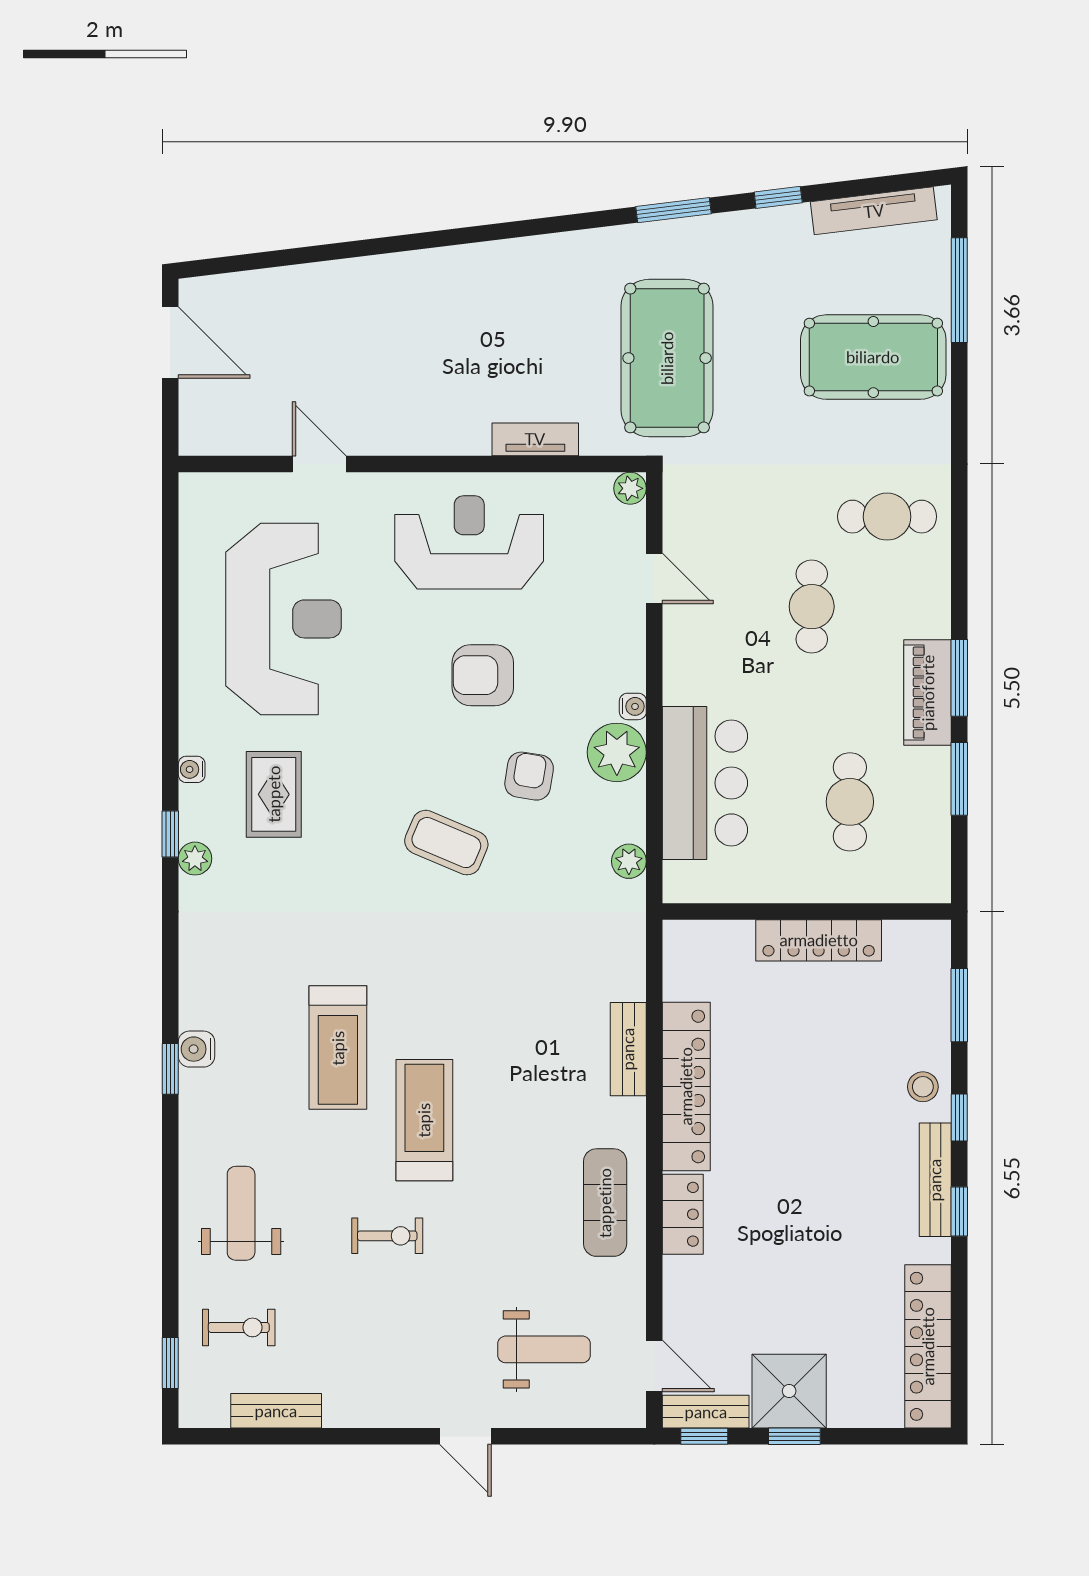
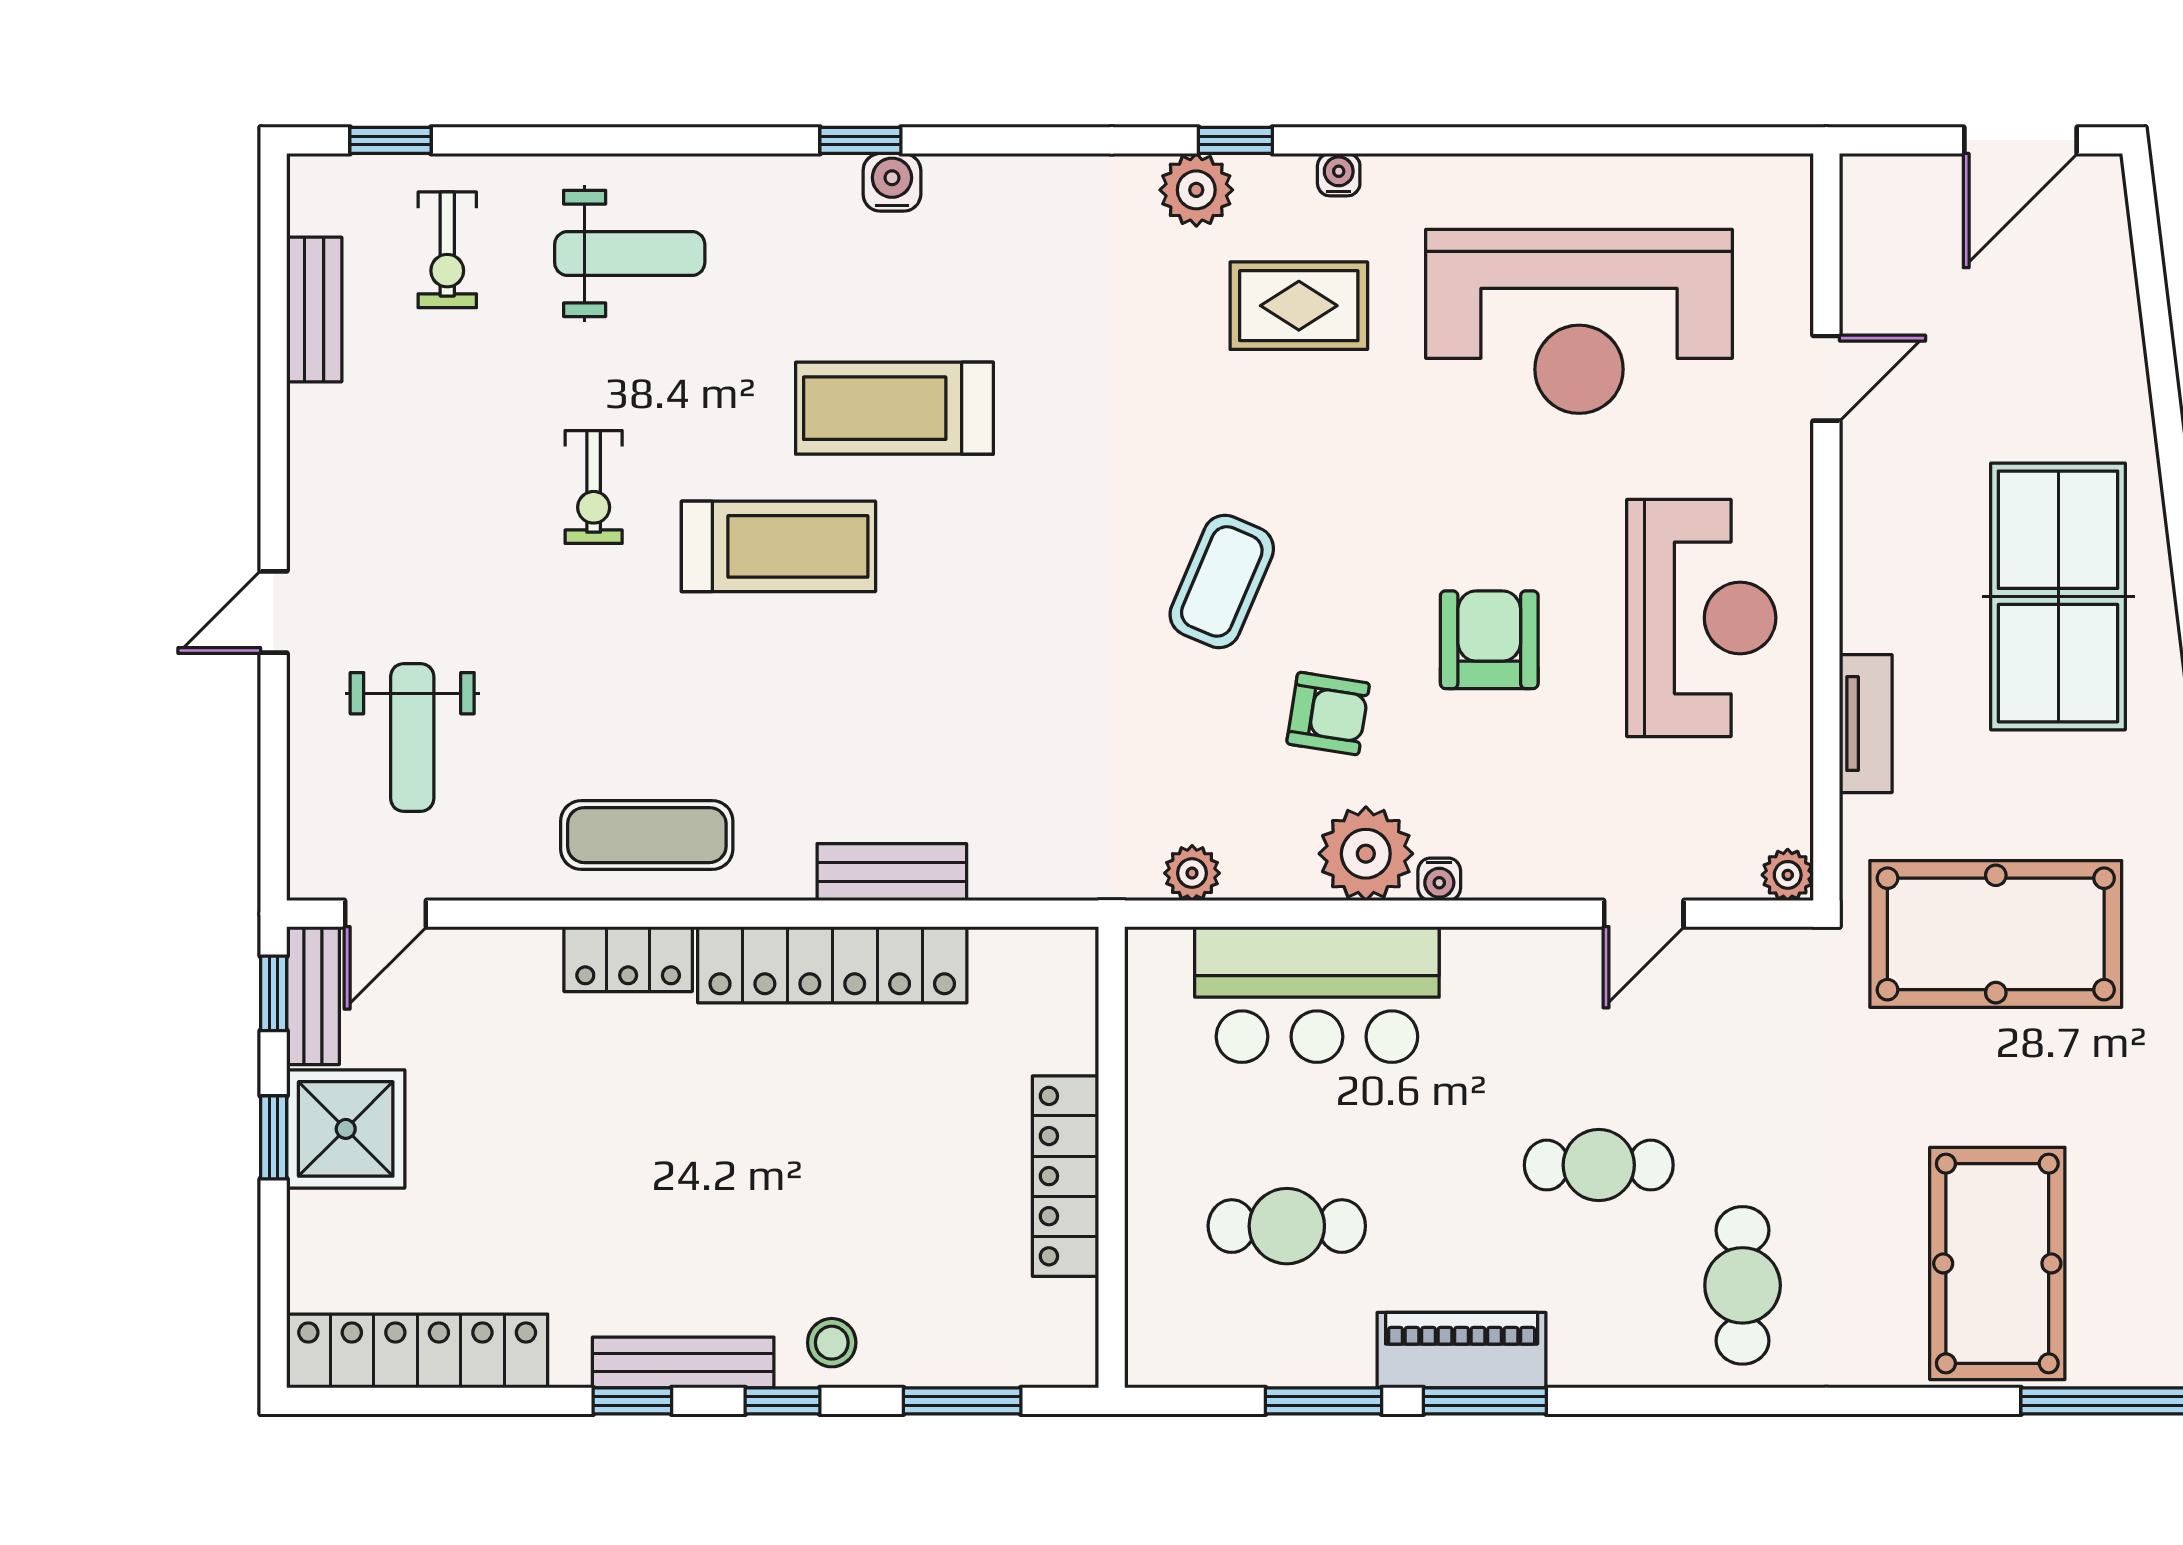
table tennis table: (456, 319) -> (2058, 596), added
plant: (195, 859) -> (1196, 190), width x1.38, depth x1.38

